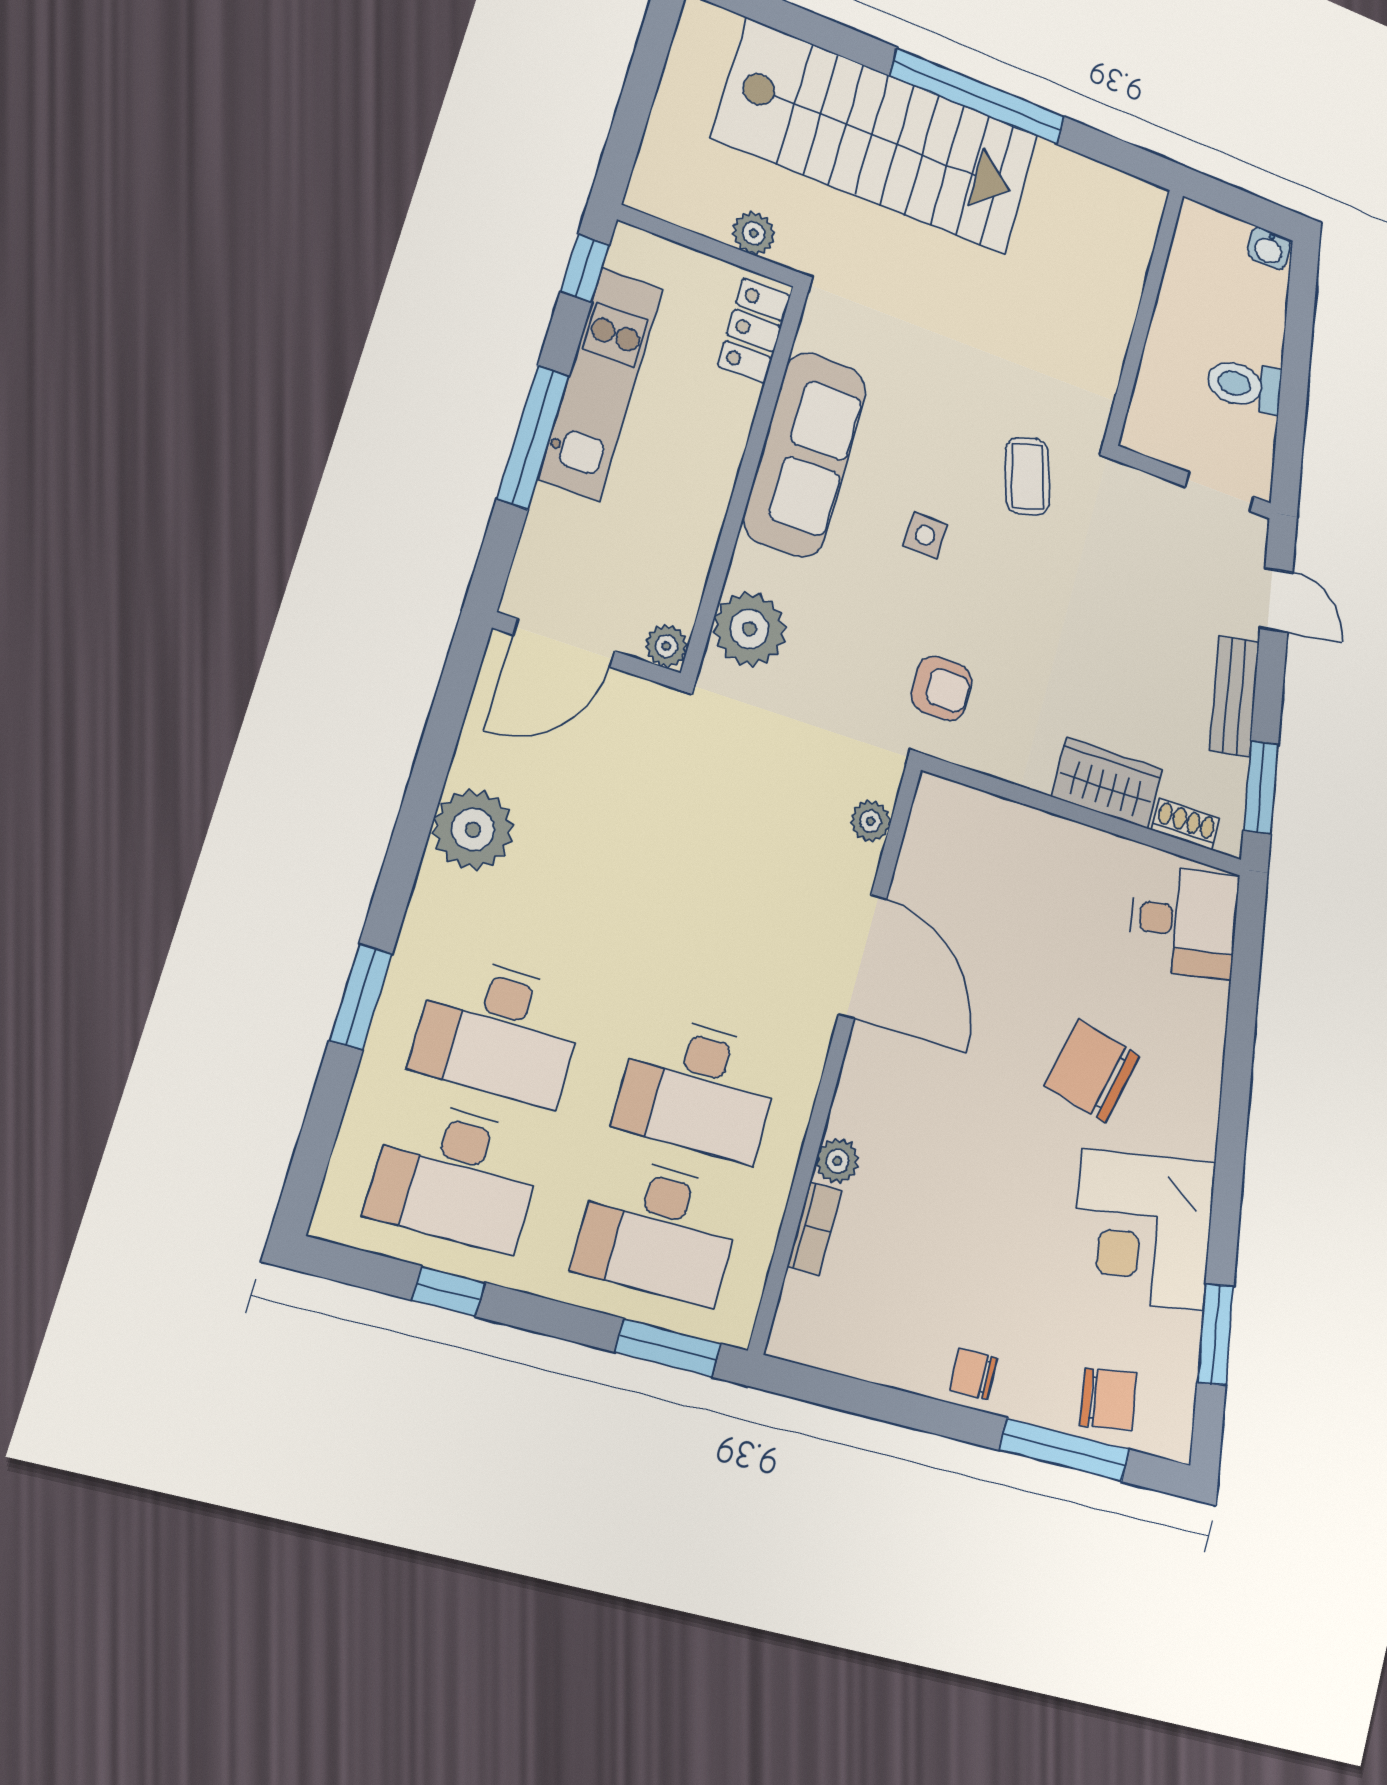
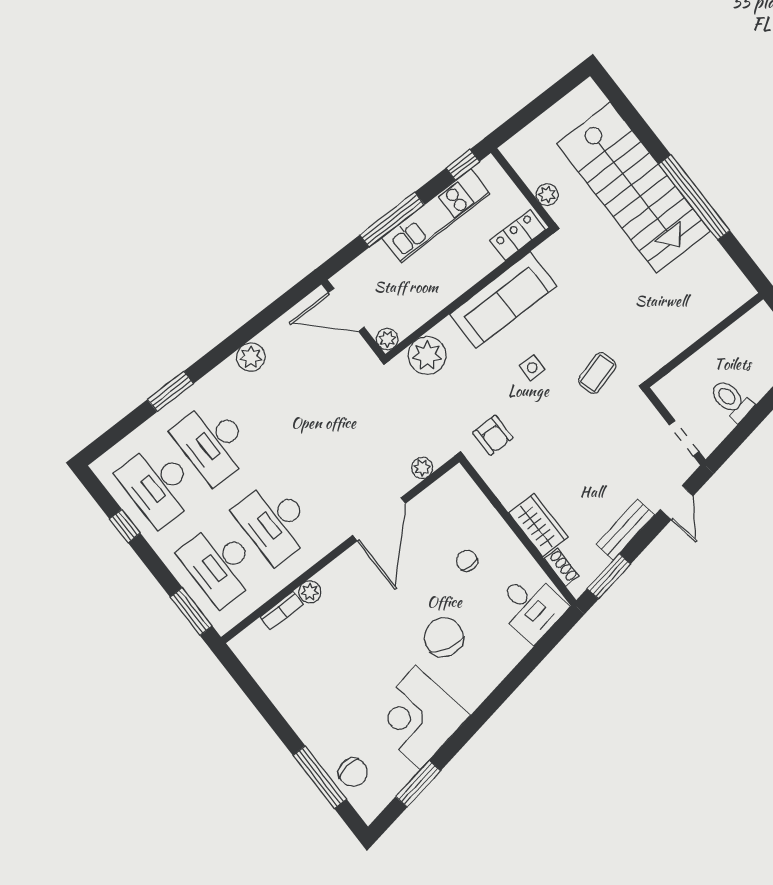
plant: (473, 830) -> (251, 357), width x0.73, depth x0.73
chair: (973, 1374) -> (467, 561), moved

